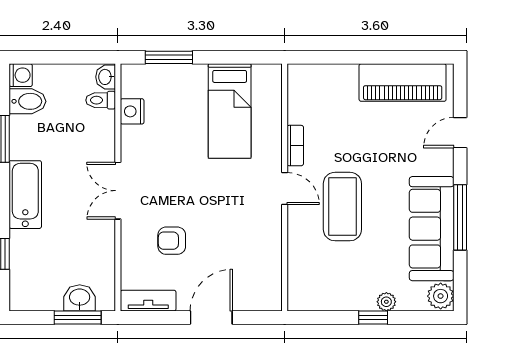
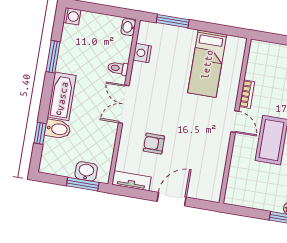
toilet: (101, 100) -> (118, 68), moved
bidet: (28, 101) -> (58, 129), moved

